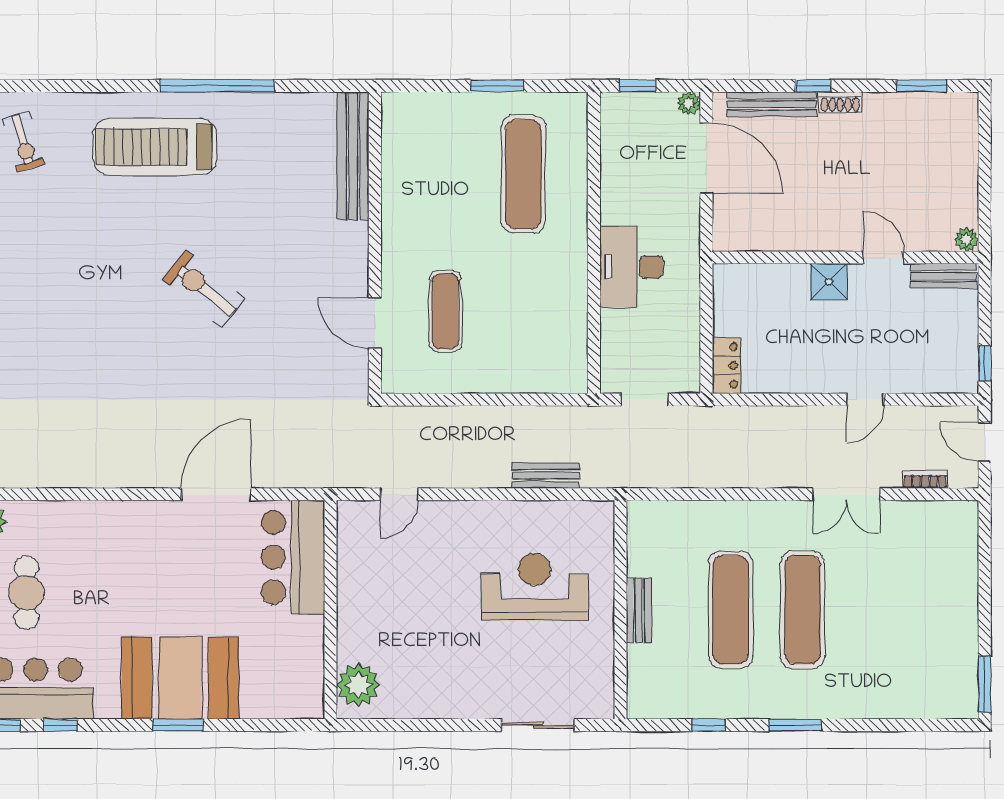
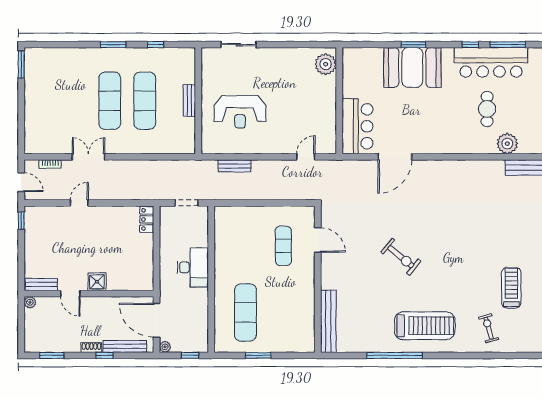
plant: (967, 240) -> (30, 302), moved
wall: (845, 258) -> (89, 294), moved
door: (884, 258) -> (70, 294), moved
bench: (943, 276) -> (41, 285), moved
shower: (829, 282) -> (97, 282), moved

